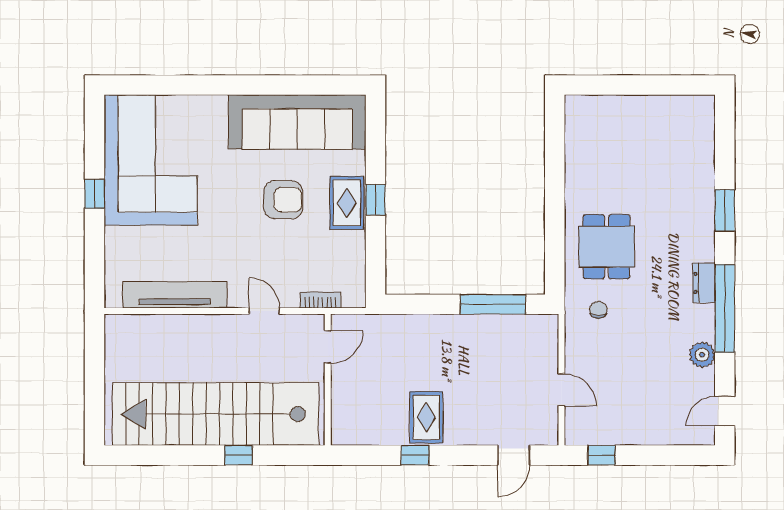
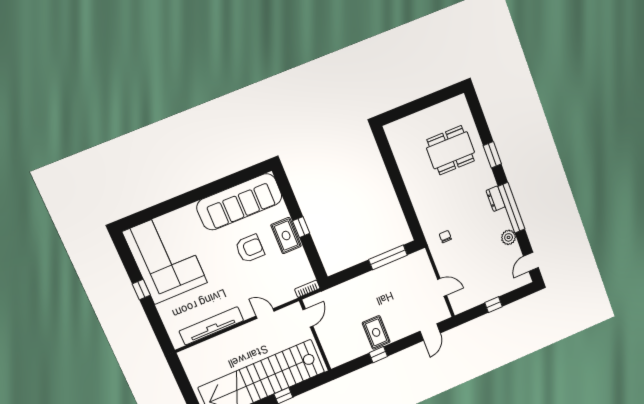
dining table: (606, 247) -> (451, 150), moved, width x1.38
bookcase: (320, 300) -> (307, 289), moved
window: (602, 455) -> (494, 305), moved

